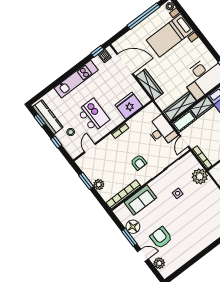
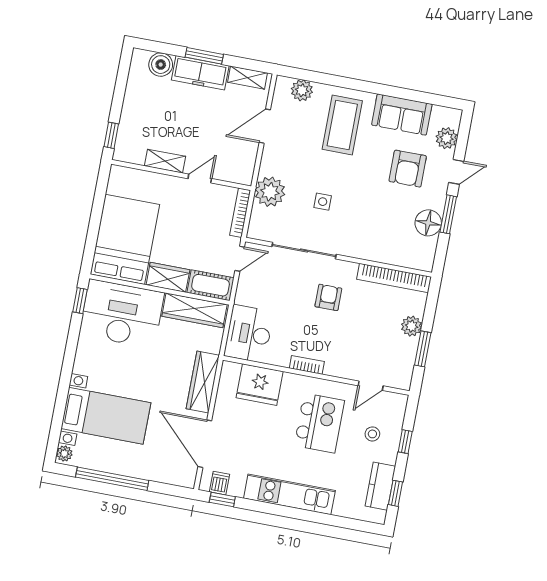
kitchen island: (93, 115) -> (319, 423), turned 180
kitchen counter: (48, 117) -> (380, 486), width x0.67
desk: (161, 131) -> (249, 334), moved
sofa: (140, 200) -> (402, 114), moved, turned 180
coffee table: (200, 227) -> (342, 125), added
door: (143, 255) -> (456, 172), swing flipped

